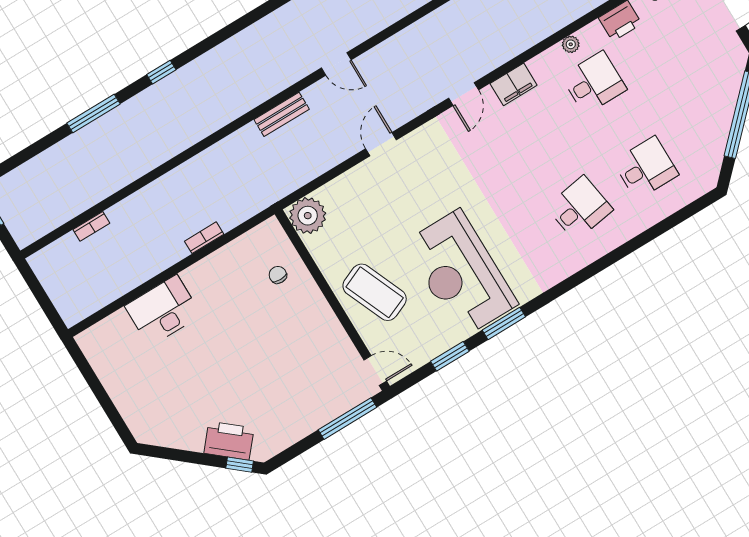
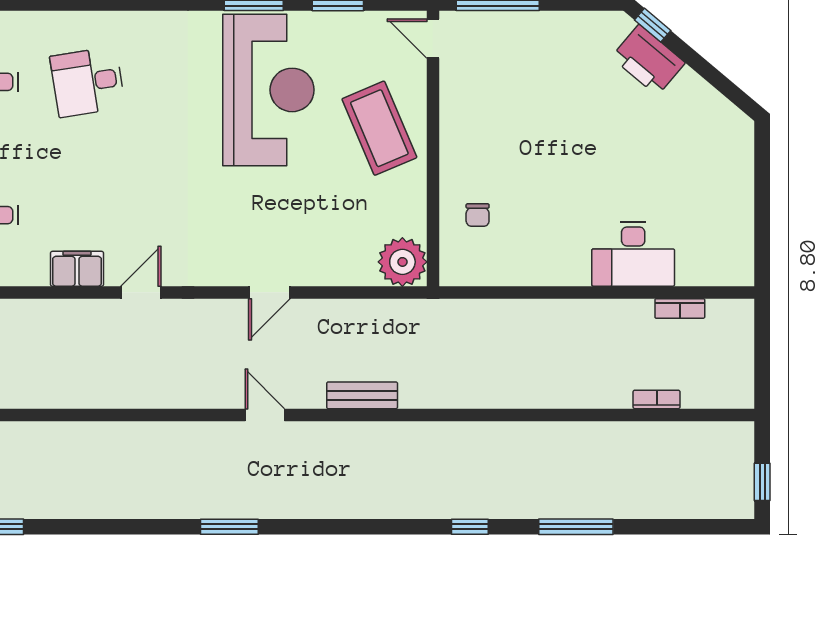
bookcase: (204, 238) -> (680, 308), moved

